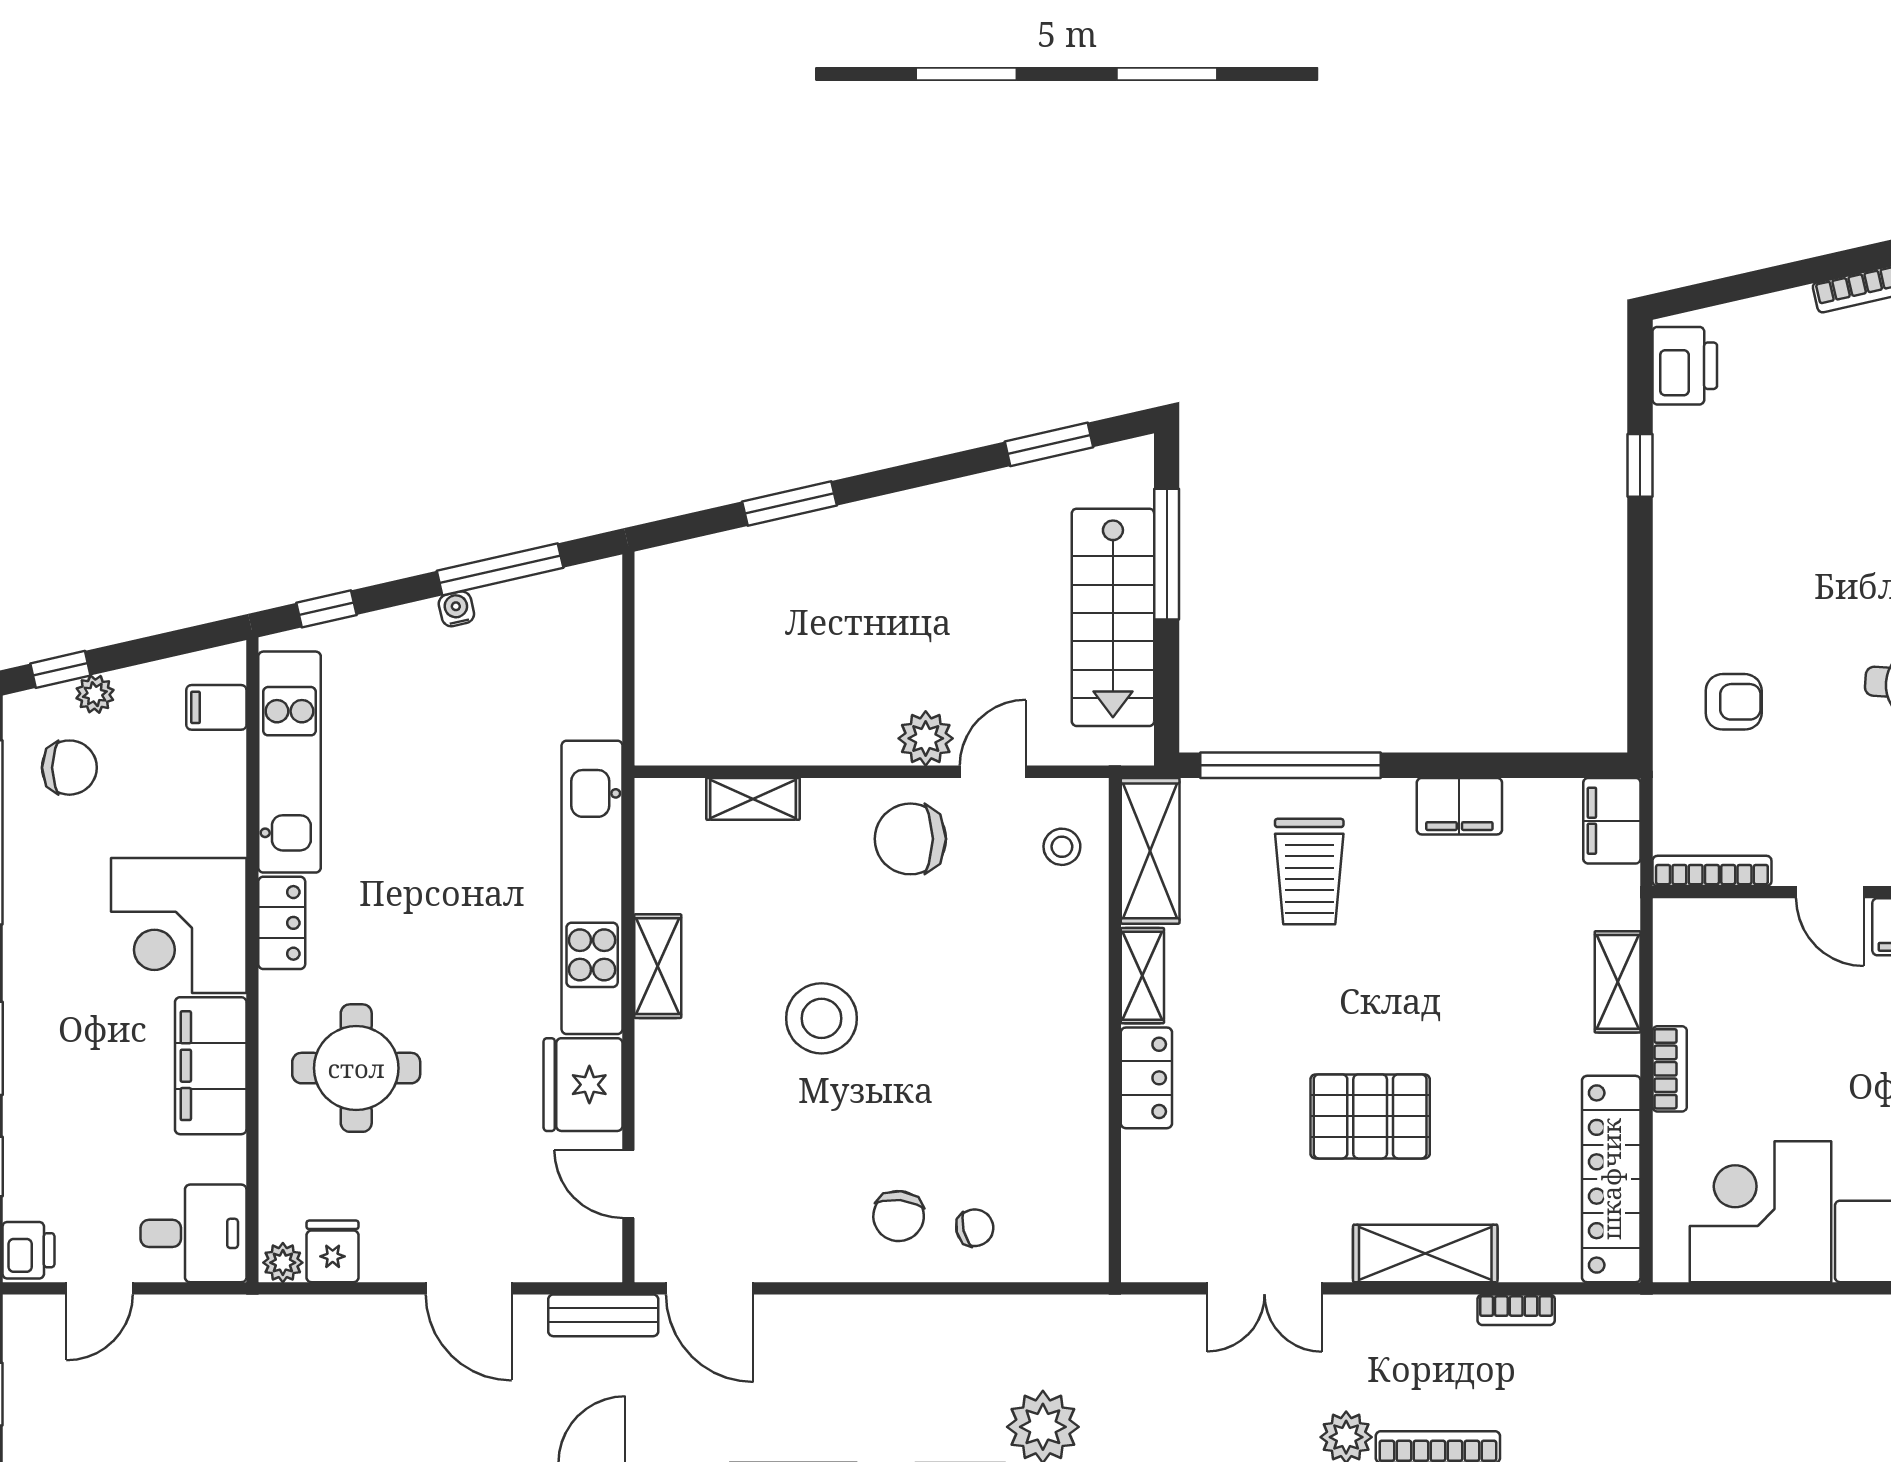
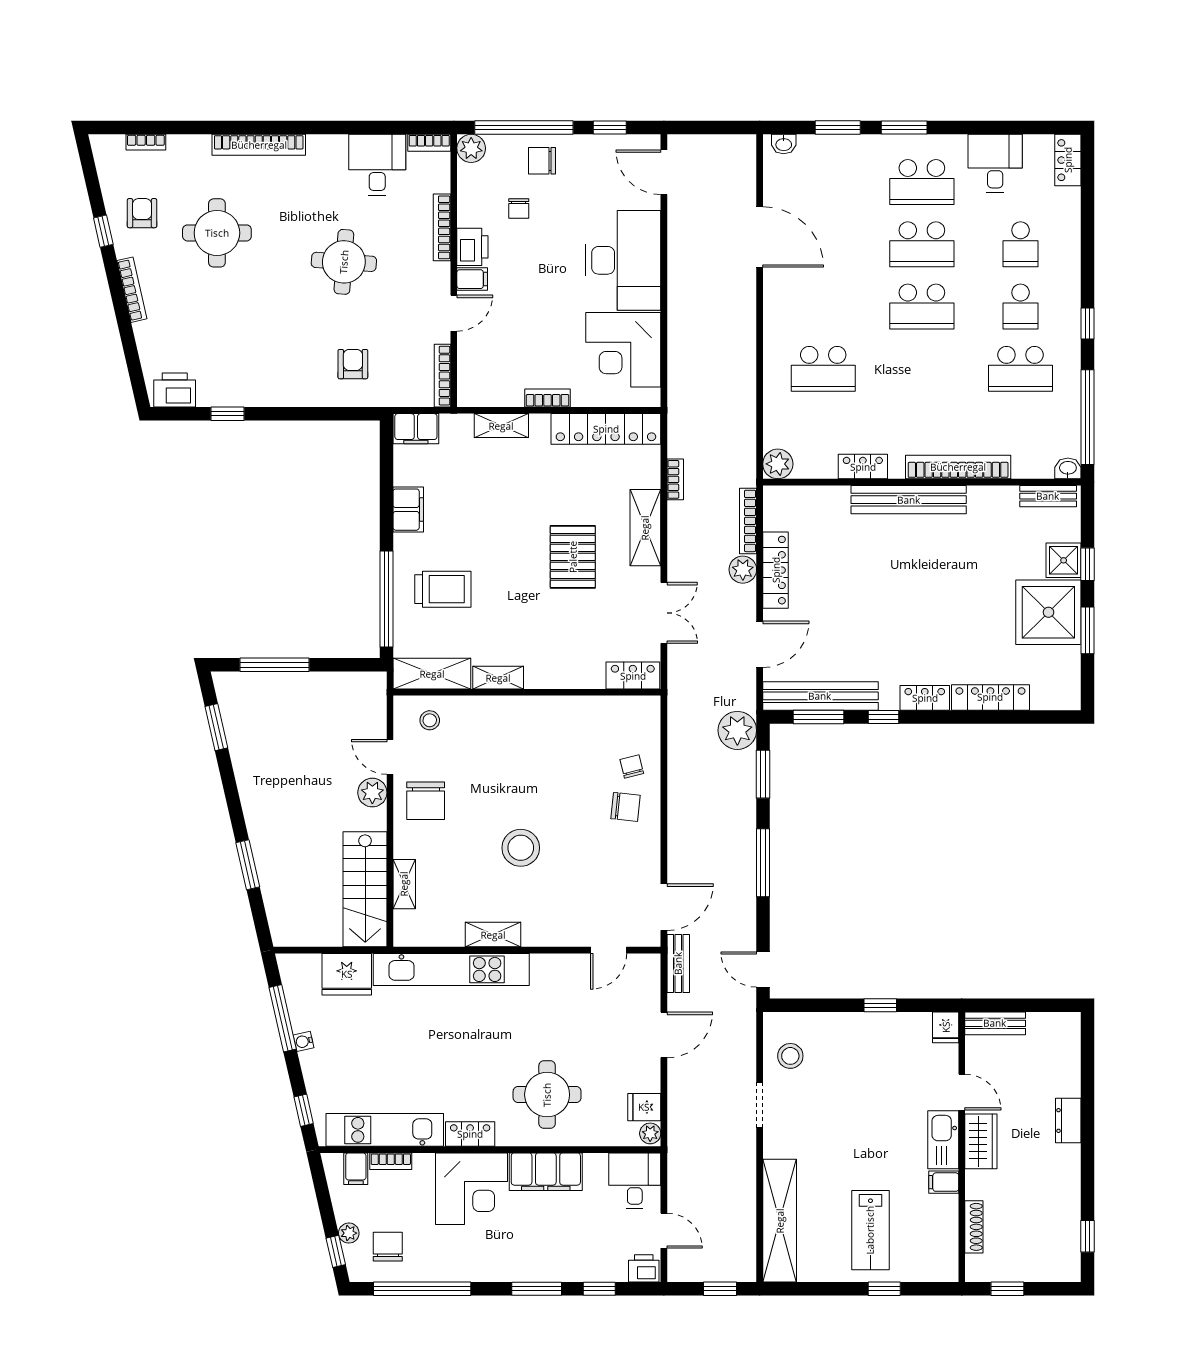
stairs: (1113, 617) -> (365, 889), moved, turned 90
bookcase: (230, 773) -> (391, 1161), added
locker: (1146, 1078) -> (633, 676), moved
fridge: (583, 1085) -> (347, 974), moved

